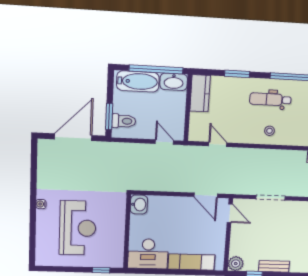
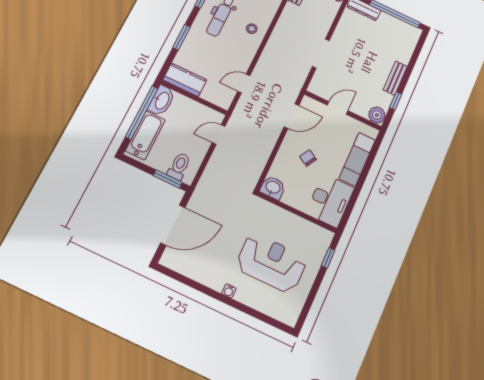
door: (73, 137) -> (173, 225), swing flipped
door: (230, 213) -> (338, 108), moved
chair: (176, 223) -> (308, 158), added

